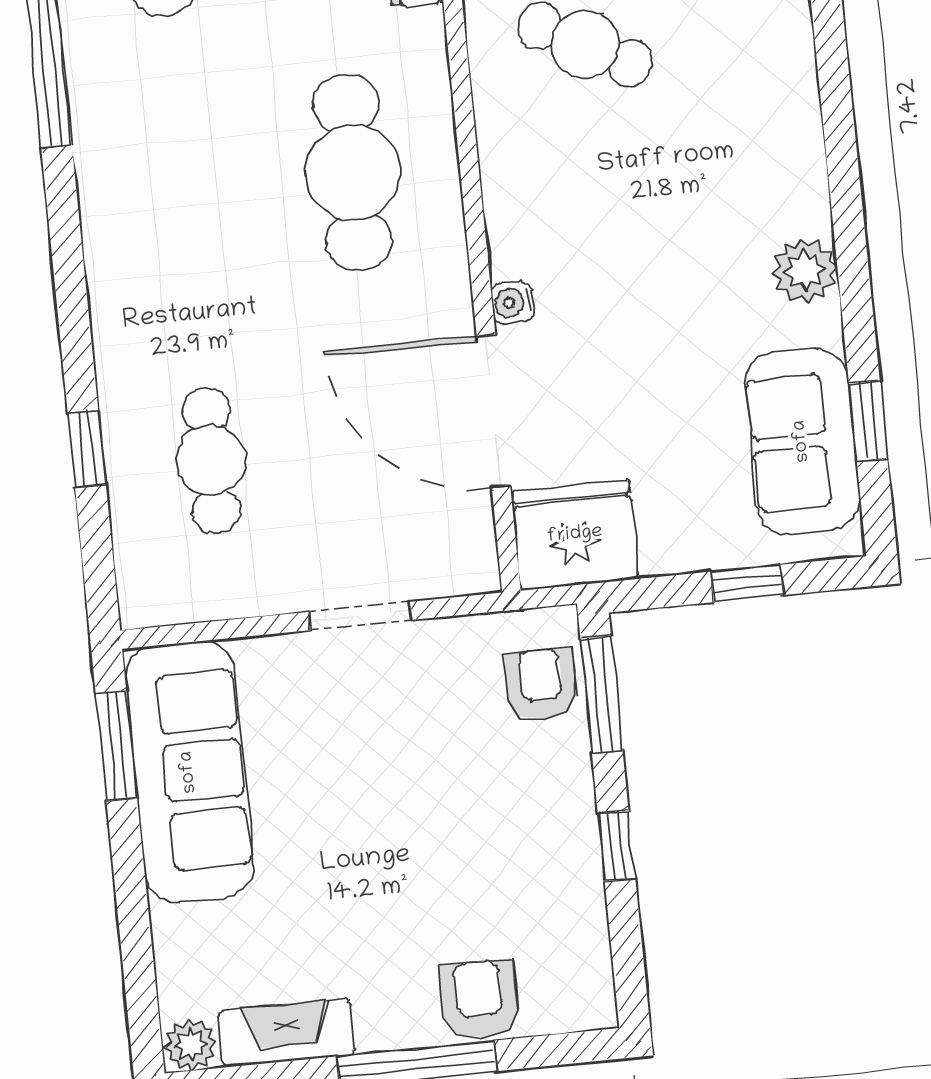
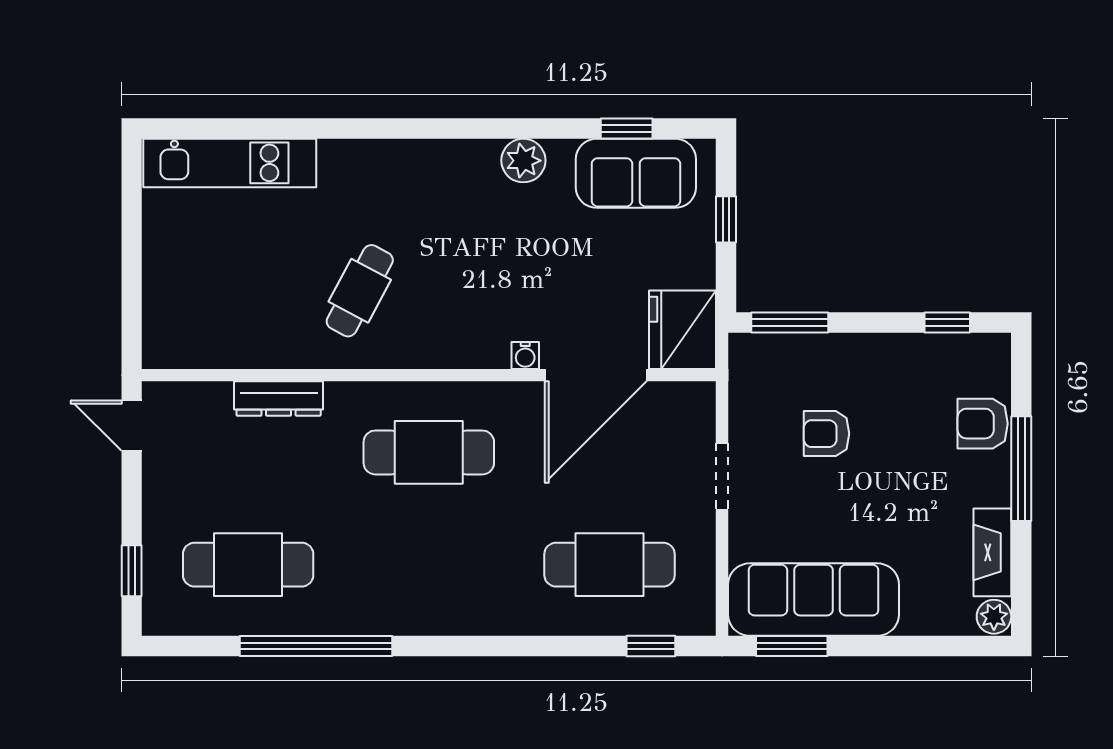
window: (87, 448) -> (651, 646), moved
cafe table: (211, 460) -> (610, 565), width x1.37, depth x1.35
armchair: (541, 684) -> (826, 434), moved
window: (617, 846) -> (947, 323), moved

